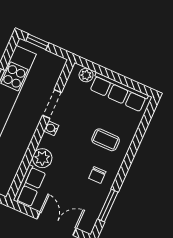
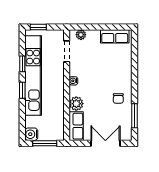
row of seats: (119, 92) -> (115, 36), width x0.68
doorway: (52, 104) -> (67, 51), moved
coffee table: (106, 140) -> (113, 72), removed

